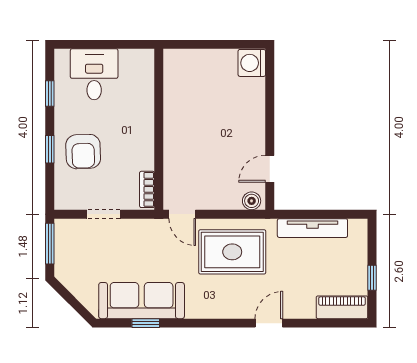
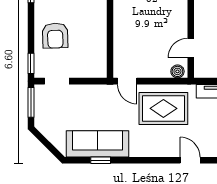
window: (50, 149) -> (31, 63), moved
bookcase: (147, 189) -> (102, 63), removed
doorway: (104, 214) -> (57, 81), moved
door: (269, 323) -> (190, 160), hinge flipped

